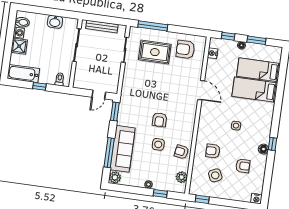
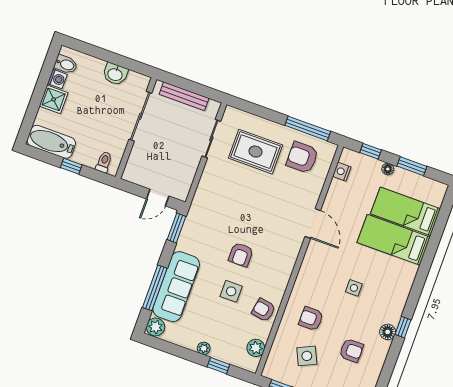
window: (153, 26) -> (308, 128), moved

